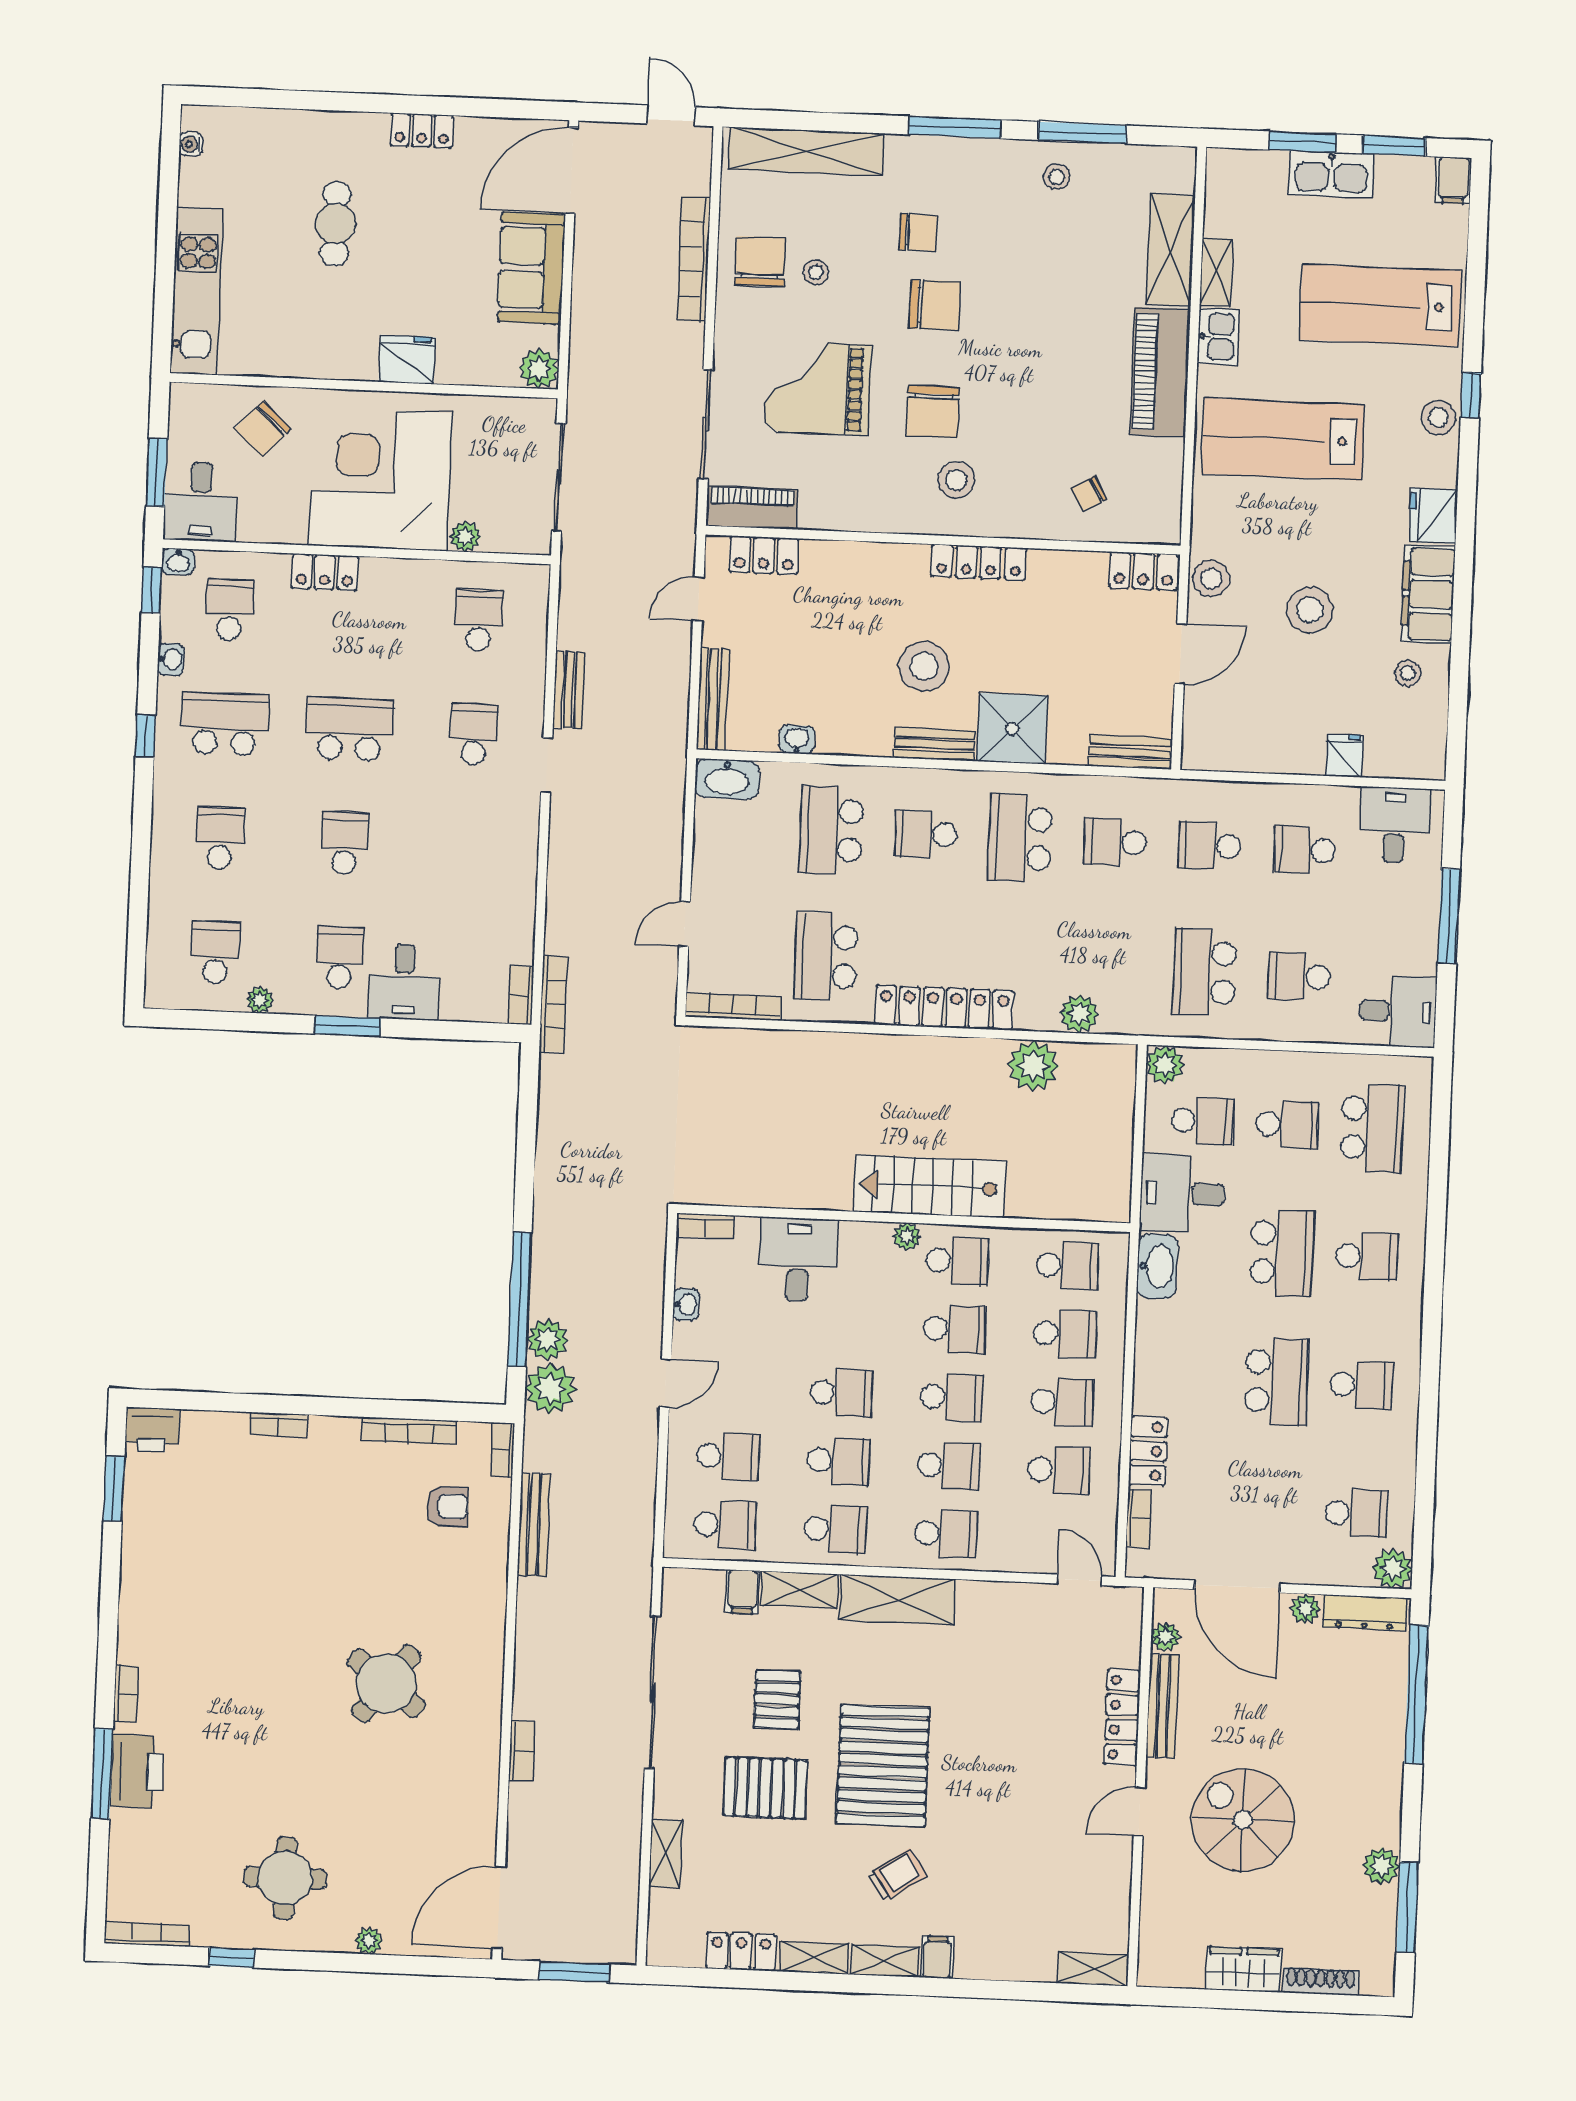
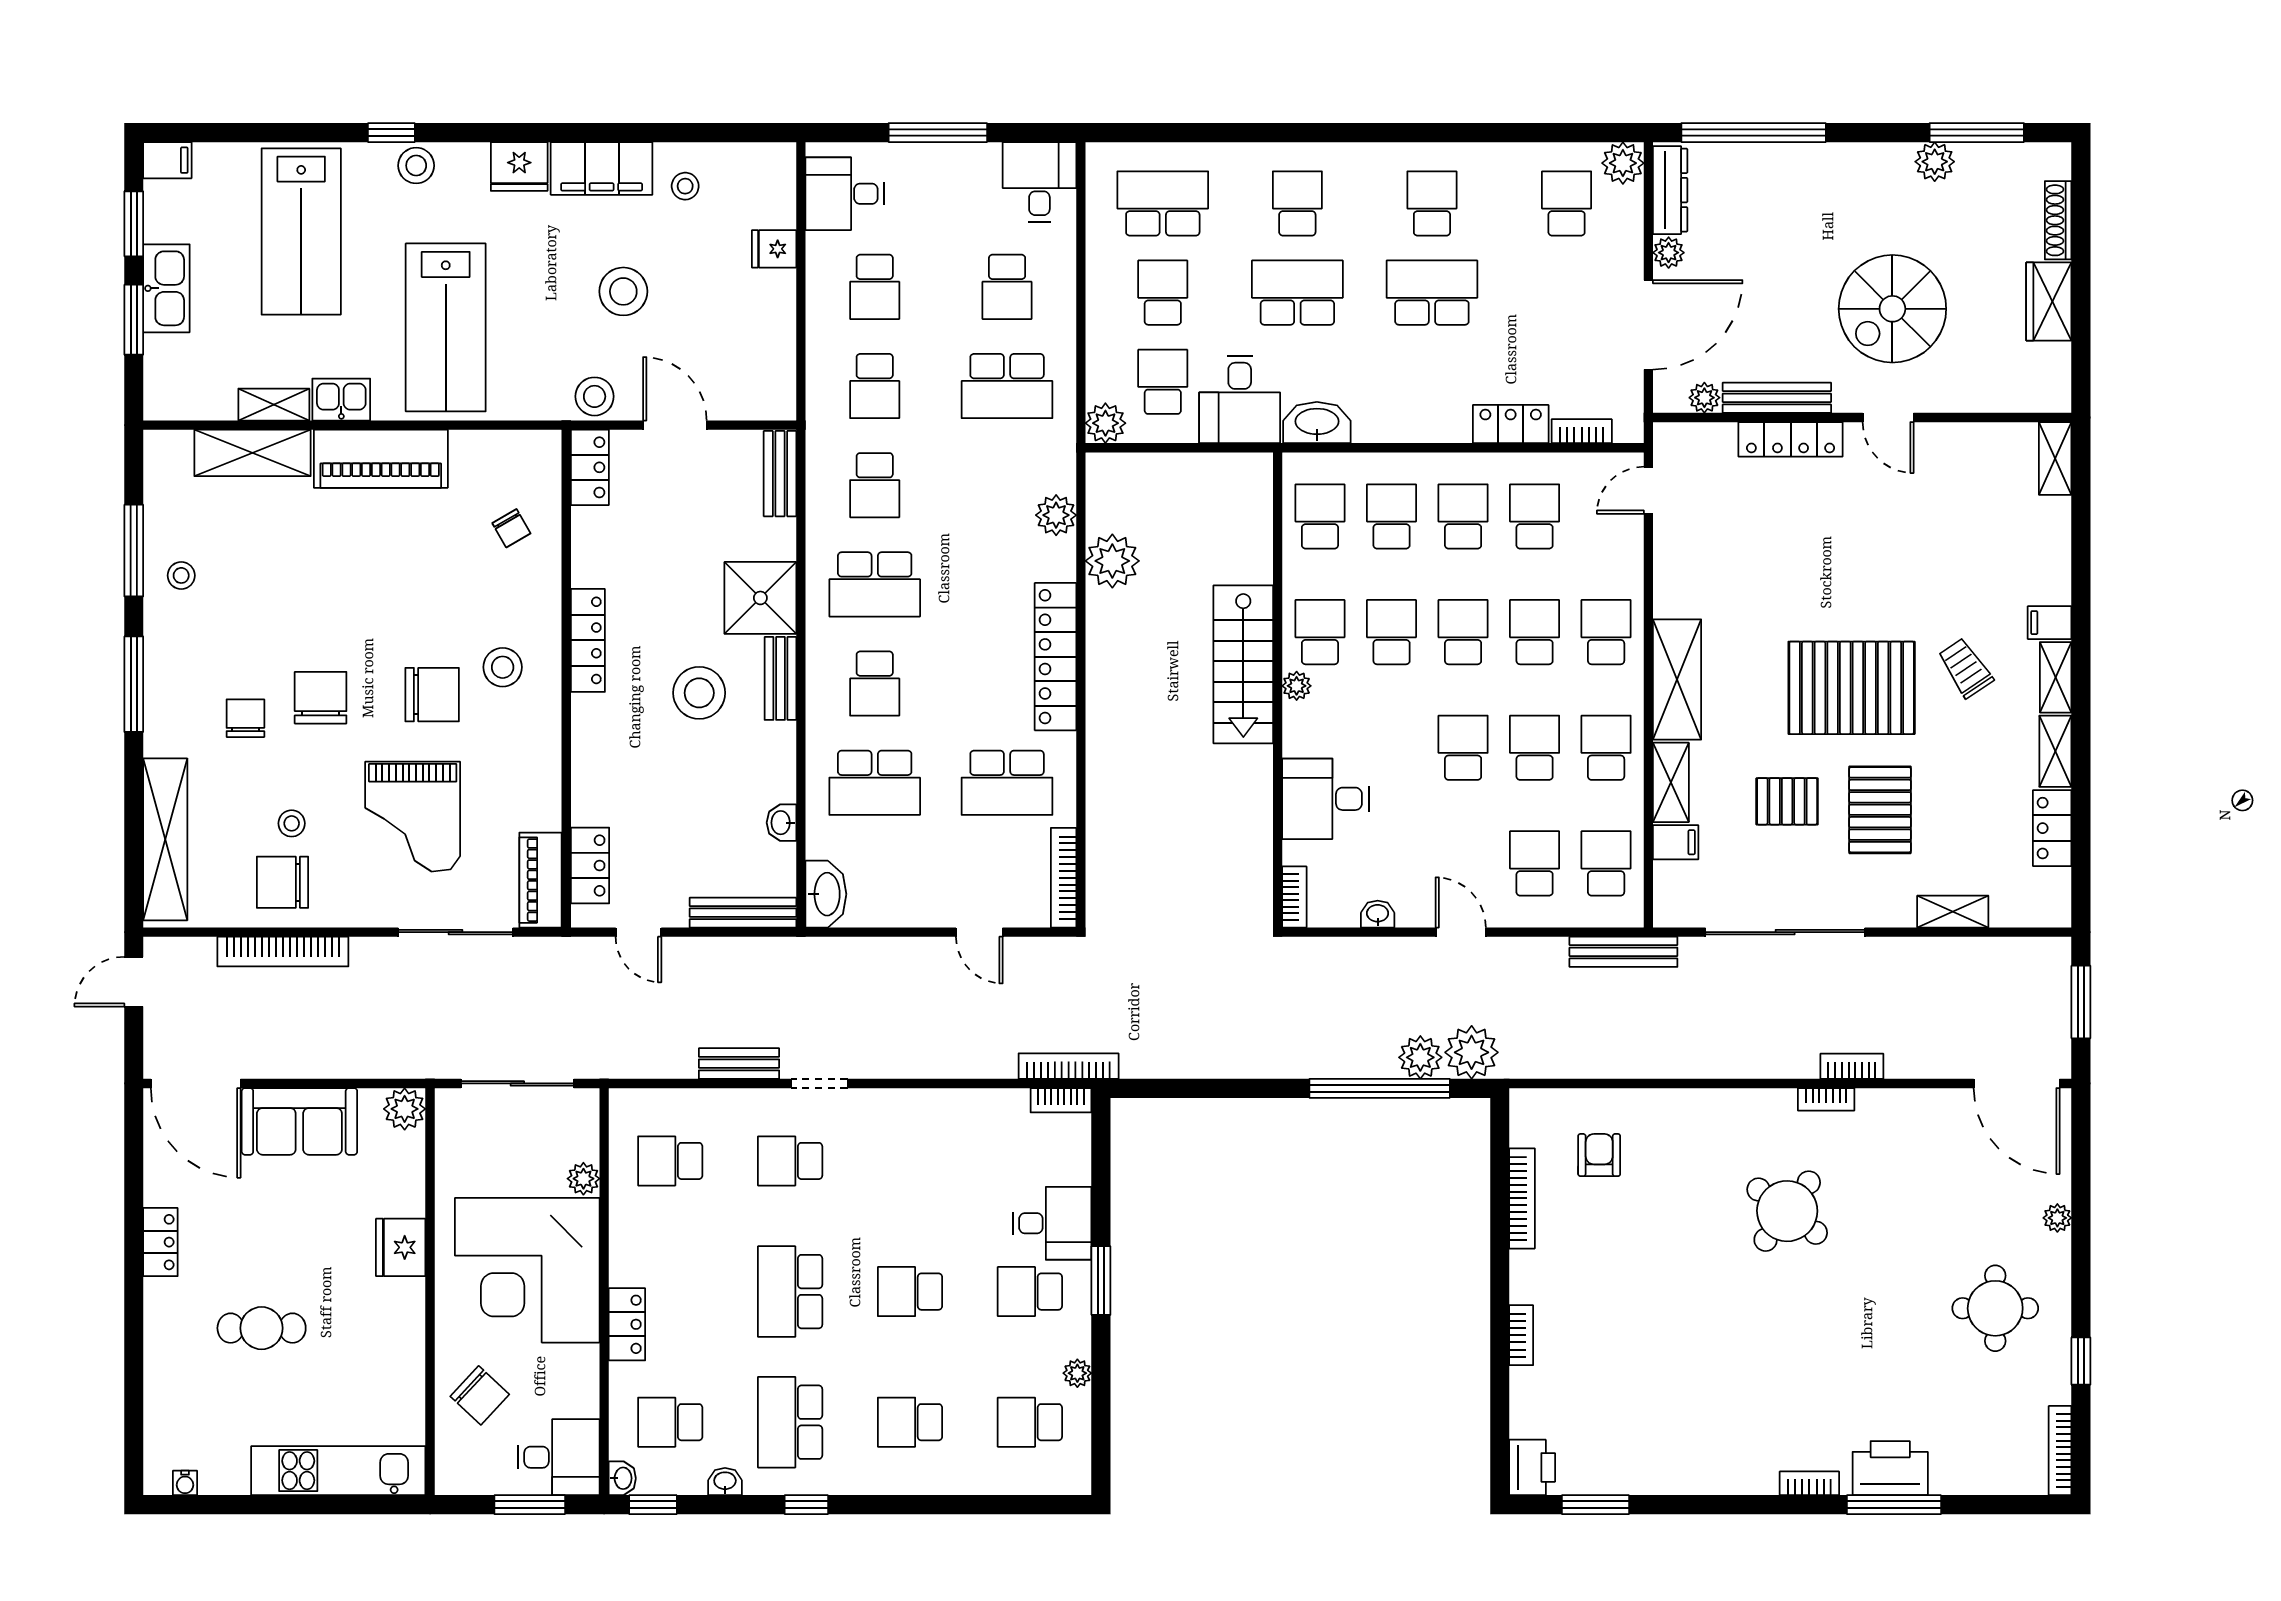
bookcase: (503, 1450) -> (1826, 1099), moved
bench: (534, 1525) -> (1623, 952), moved

